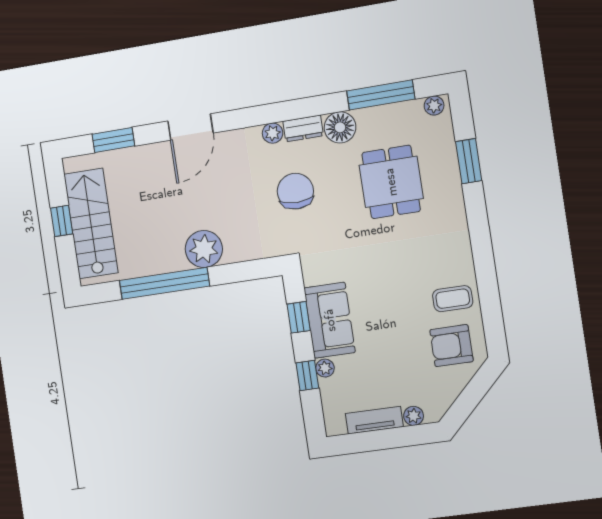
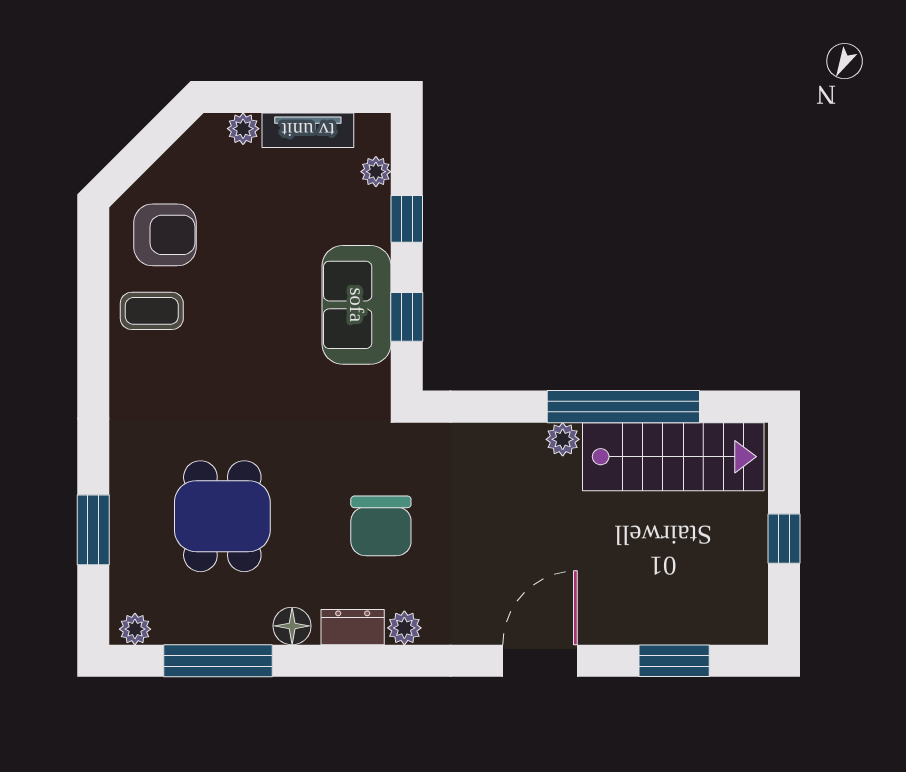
floor lamp: (340, 127) -> (292, 626), width x0.73, depth x0.73
stairs: (91, 223) -> (673, 457), moved, turned -90
plant: (204, 249) -> (563, 439), width x0.53, depth x0.53
plant: (325, 368) -> (376, 172), moved

